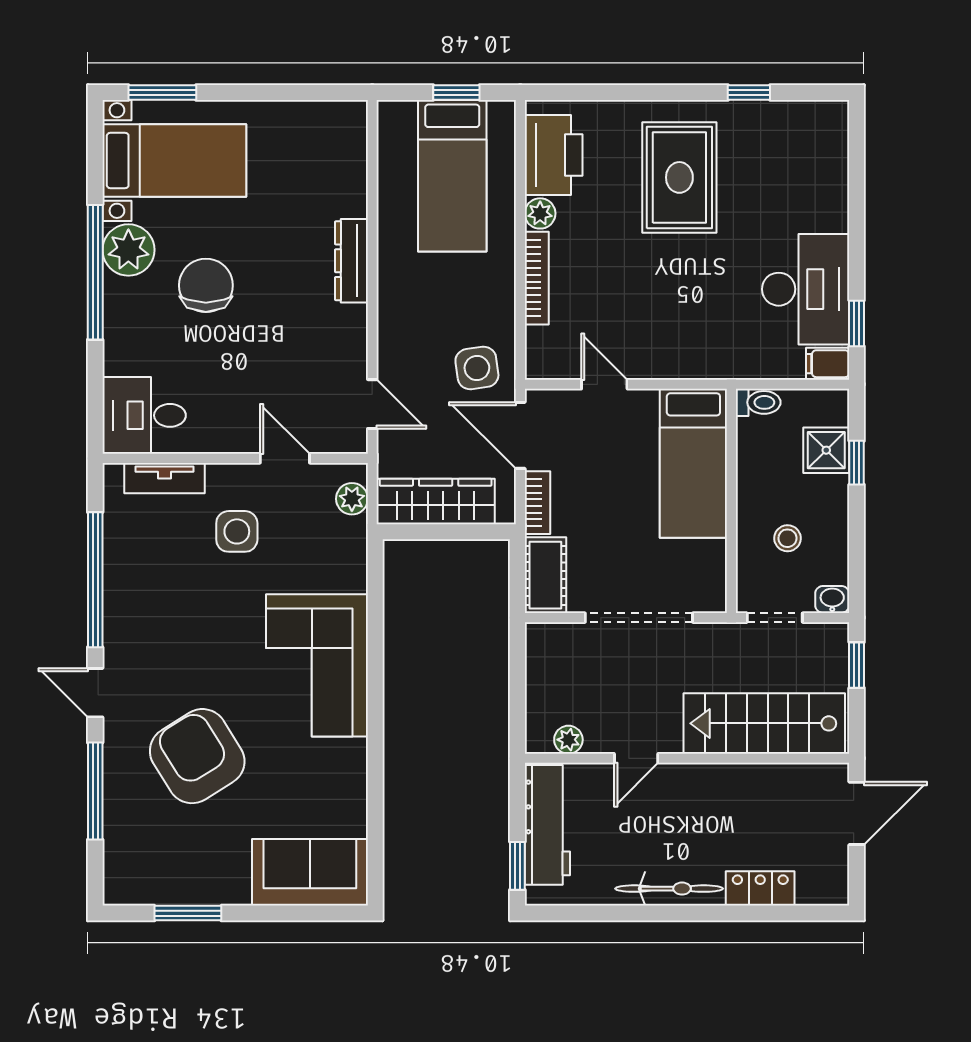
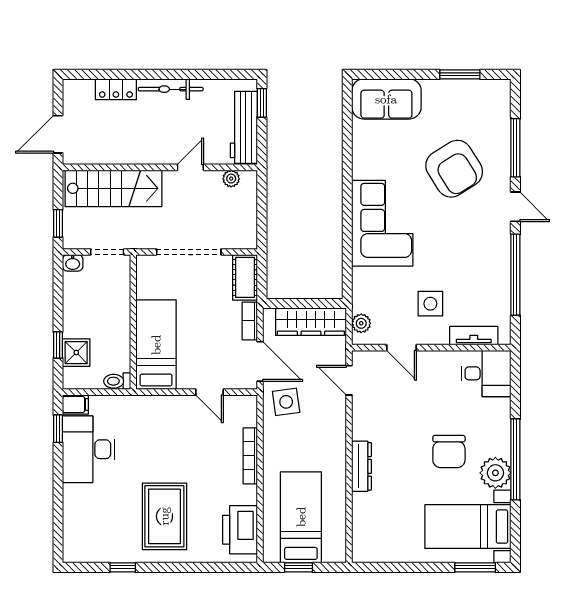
plant: (540, 213) -> (248, 495), removed
stool: (787, 538) -> (100, 300), removed

